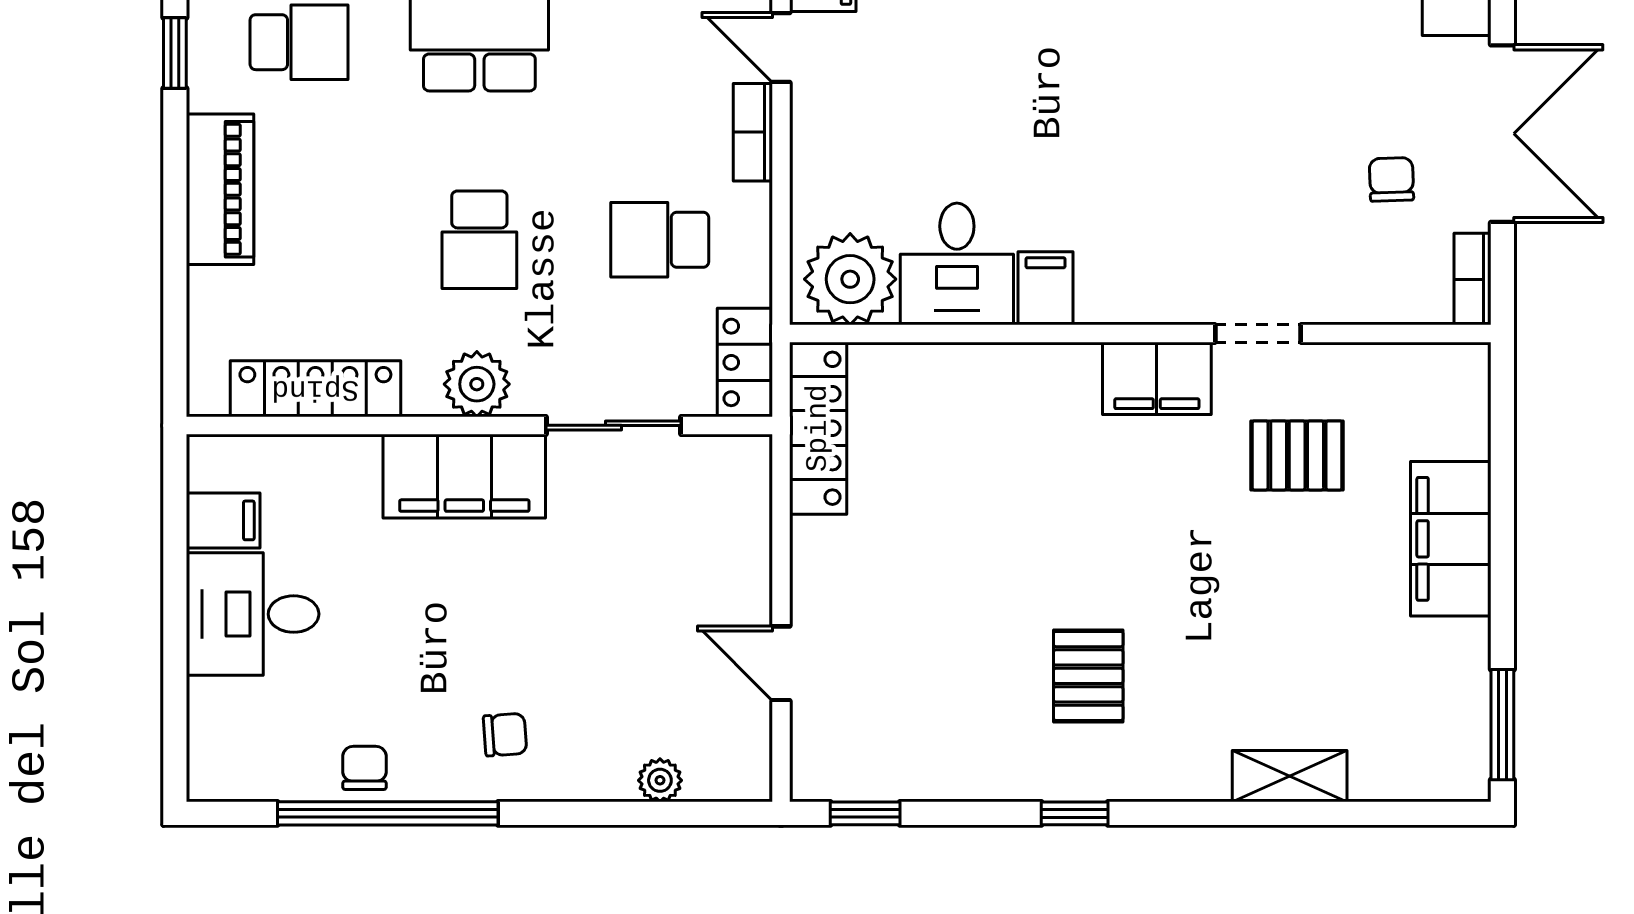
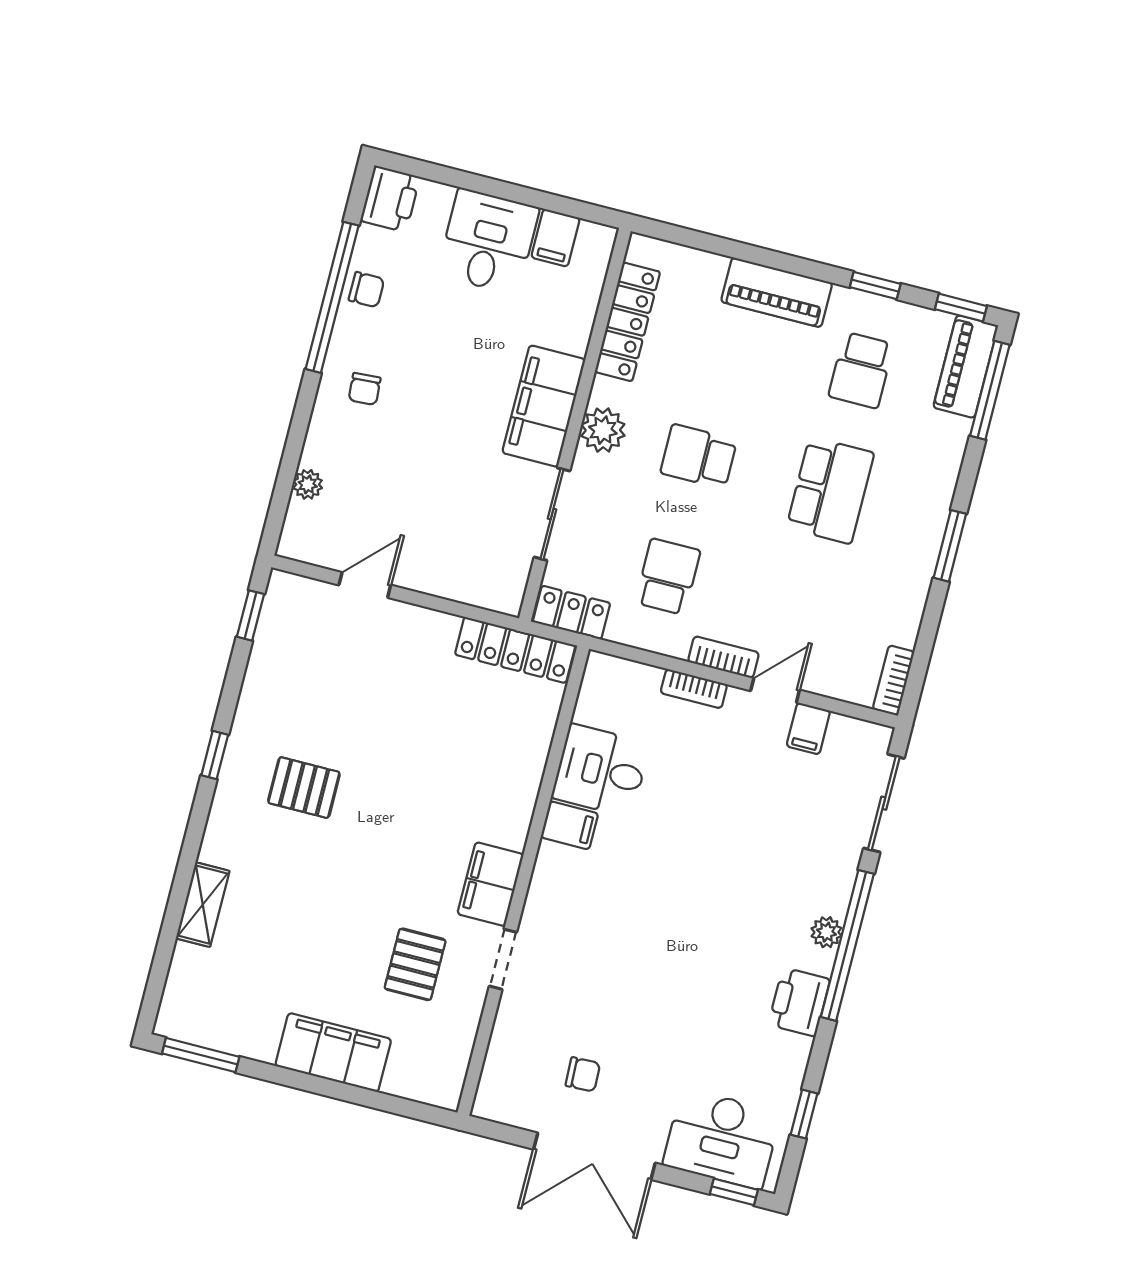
plant: (850, 279) -> (609, 697), removed
bookcase: (1472, 279) -> (694, 689), moved, turned 180
printer: (228, 767) -> (390, 199), added

